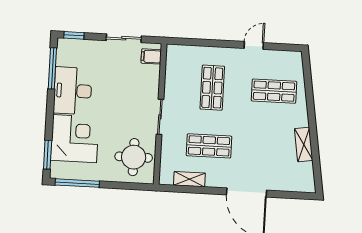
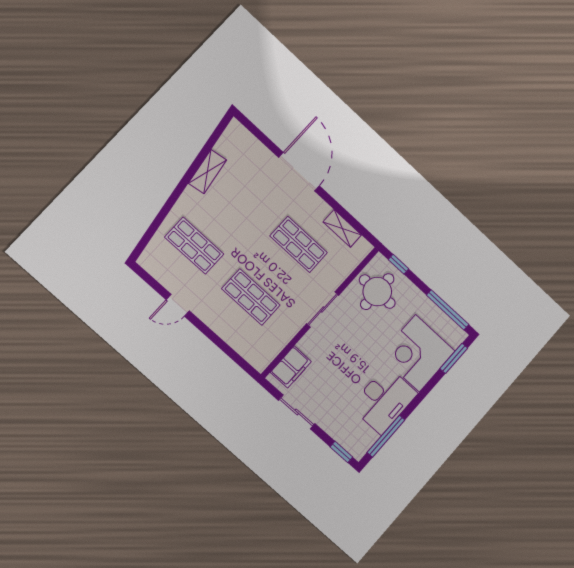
filing cabinet: (151, 56) -> (291, 367), width x2.00
shop shelf: (212, 88) -> (251, 297), turned 90
window: (134, 186) -> (399, 264), added

